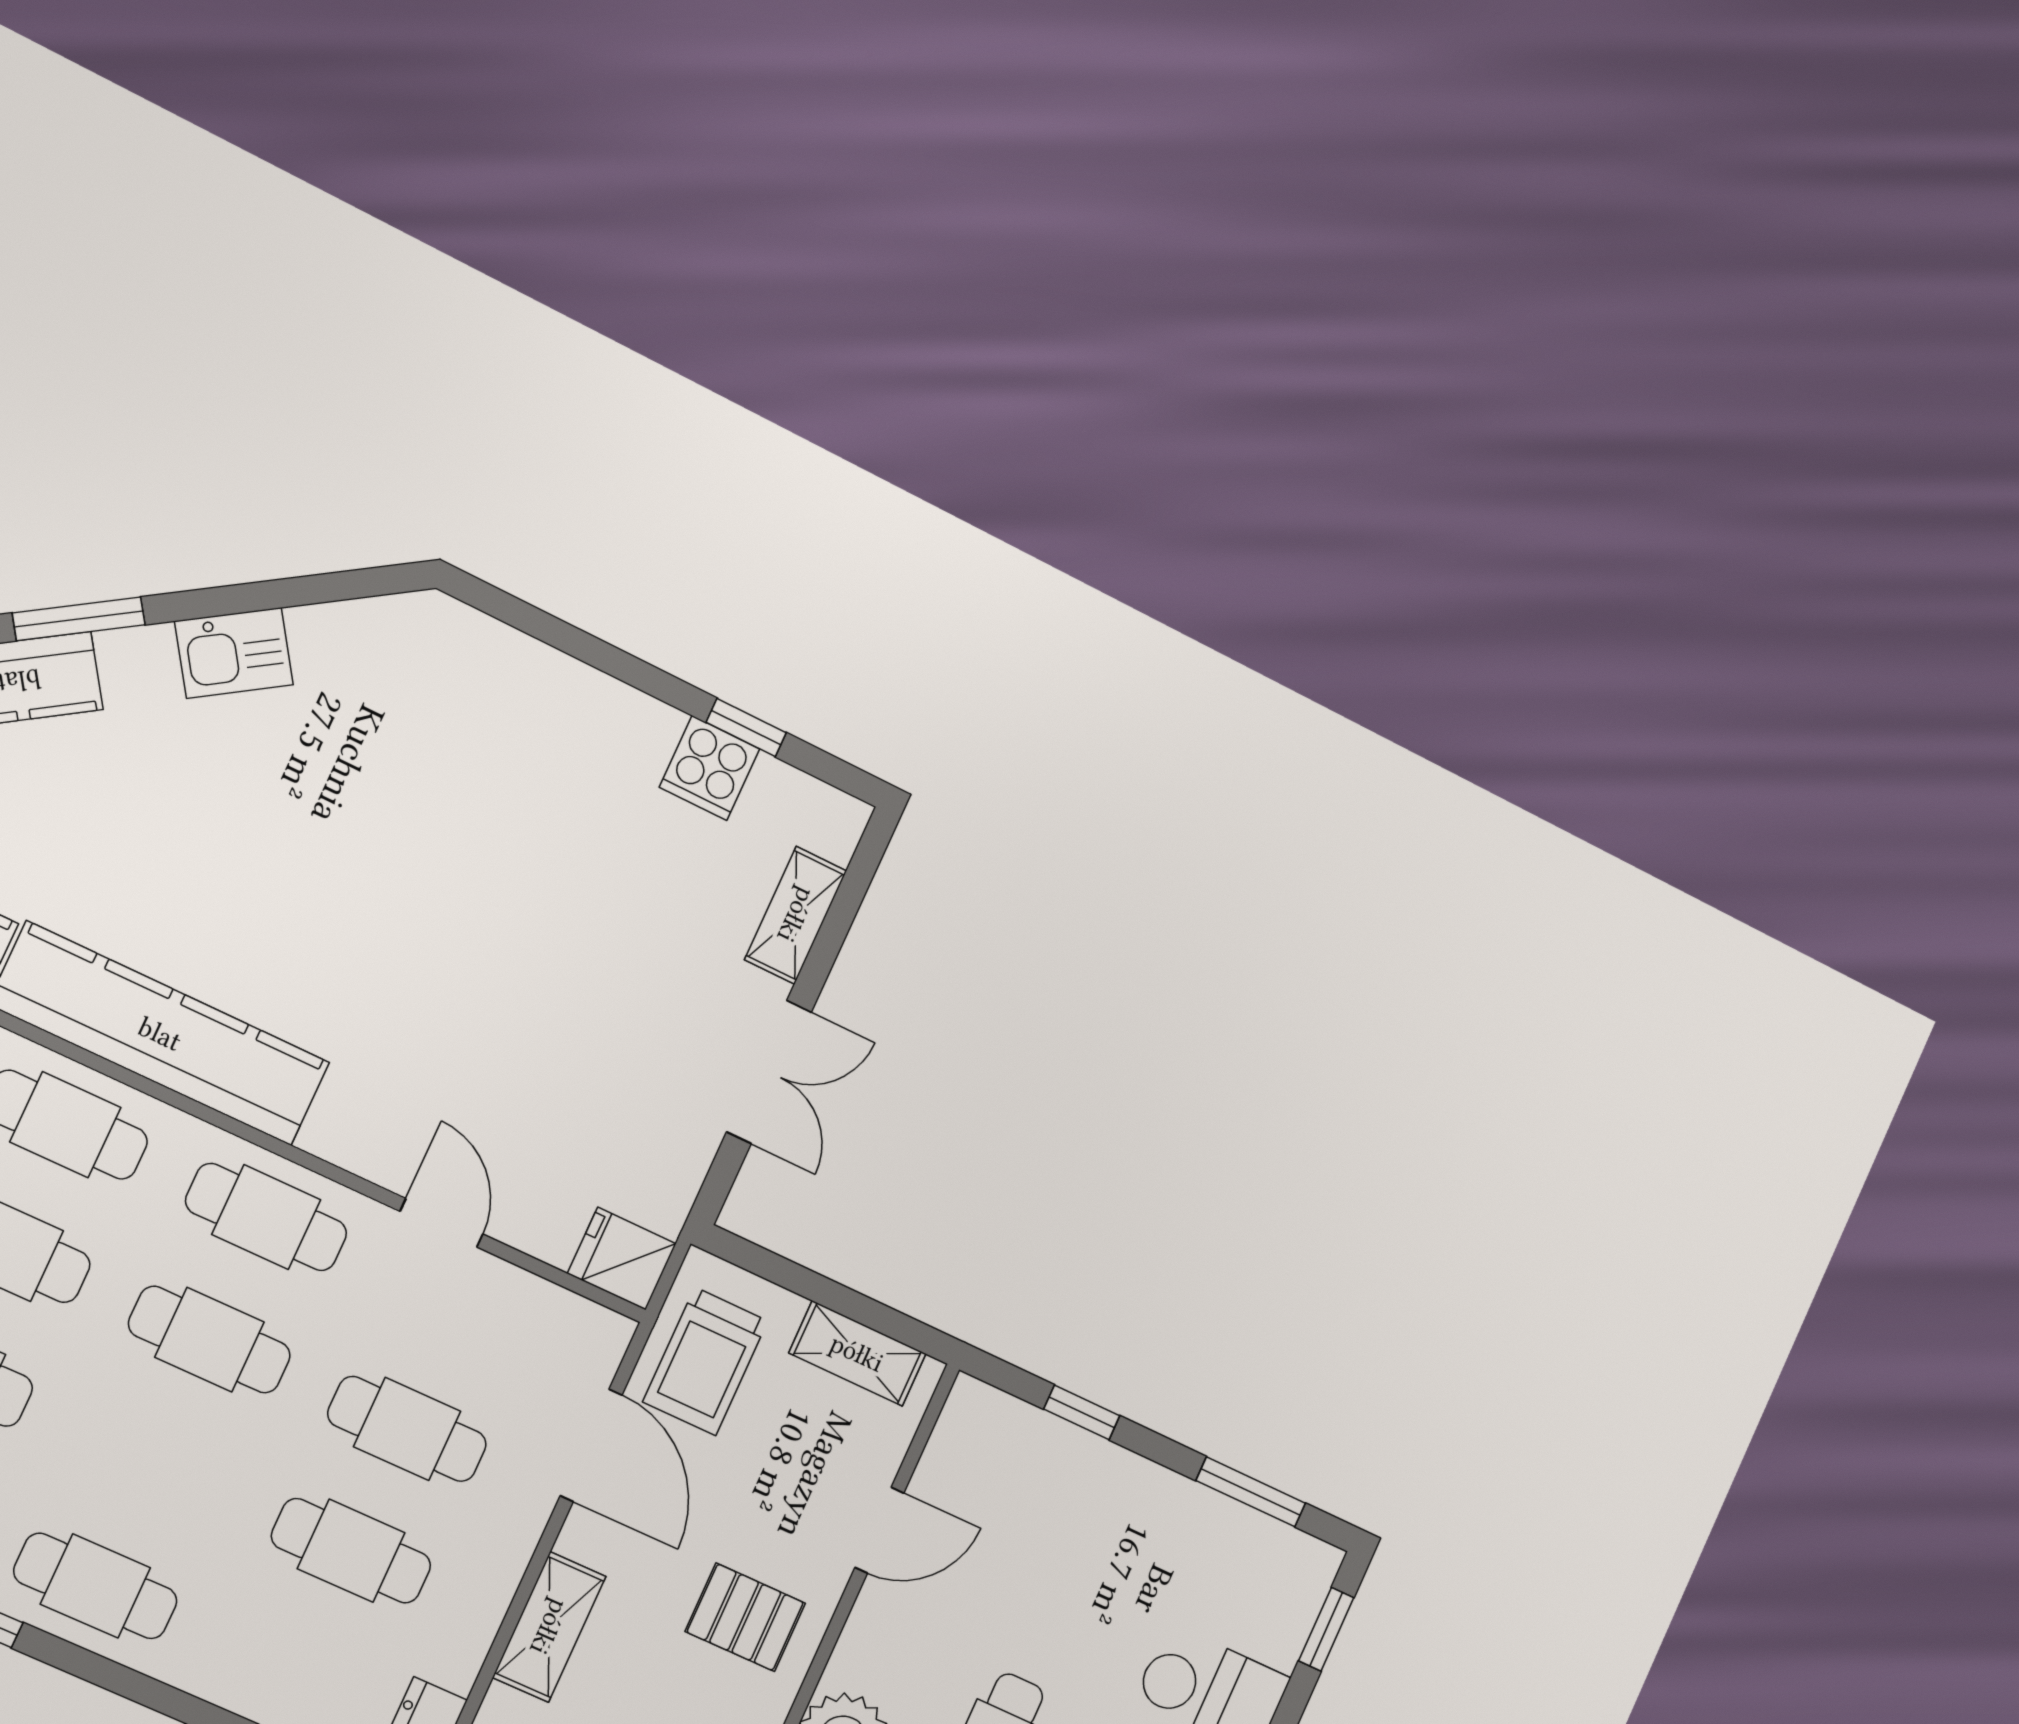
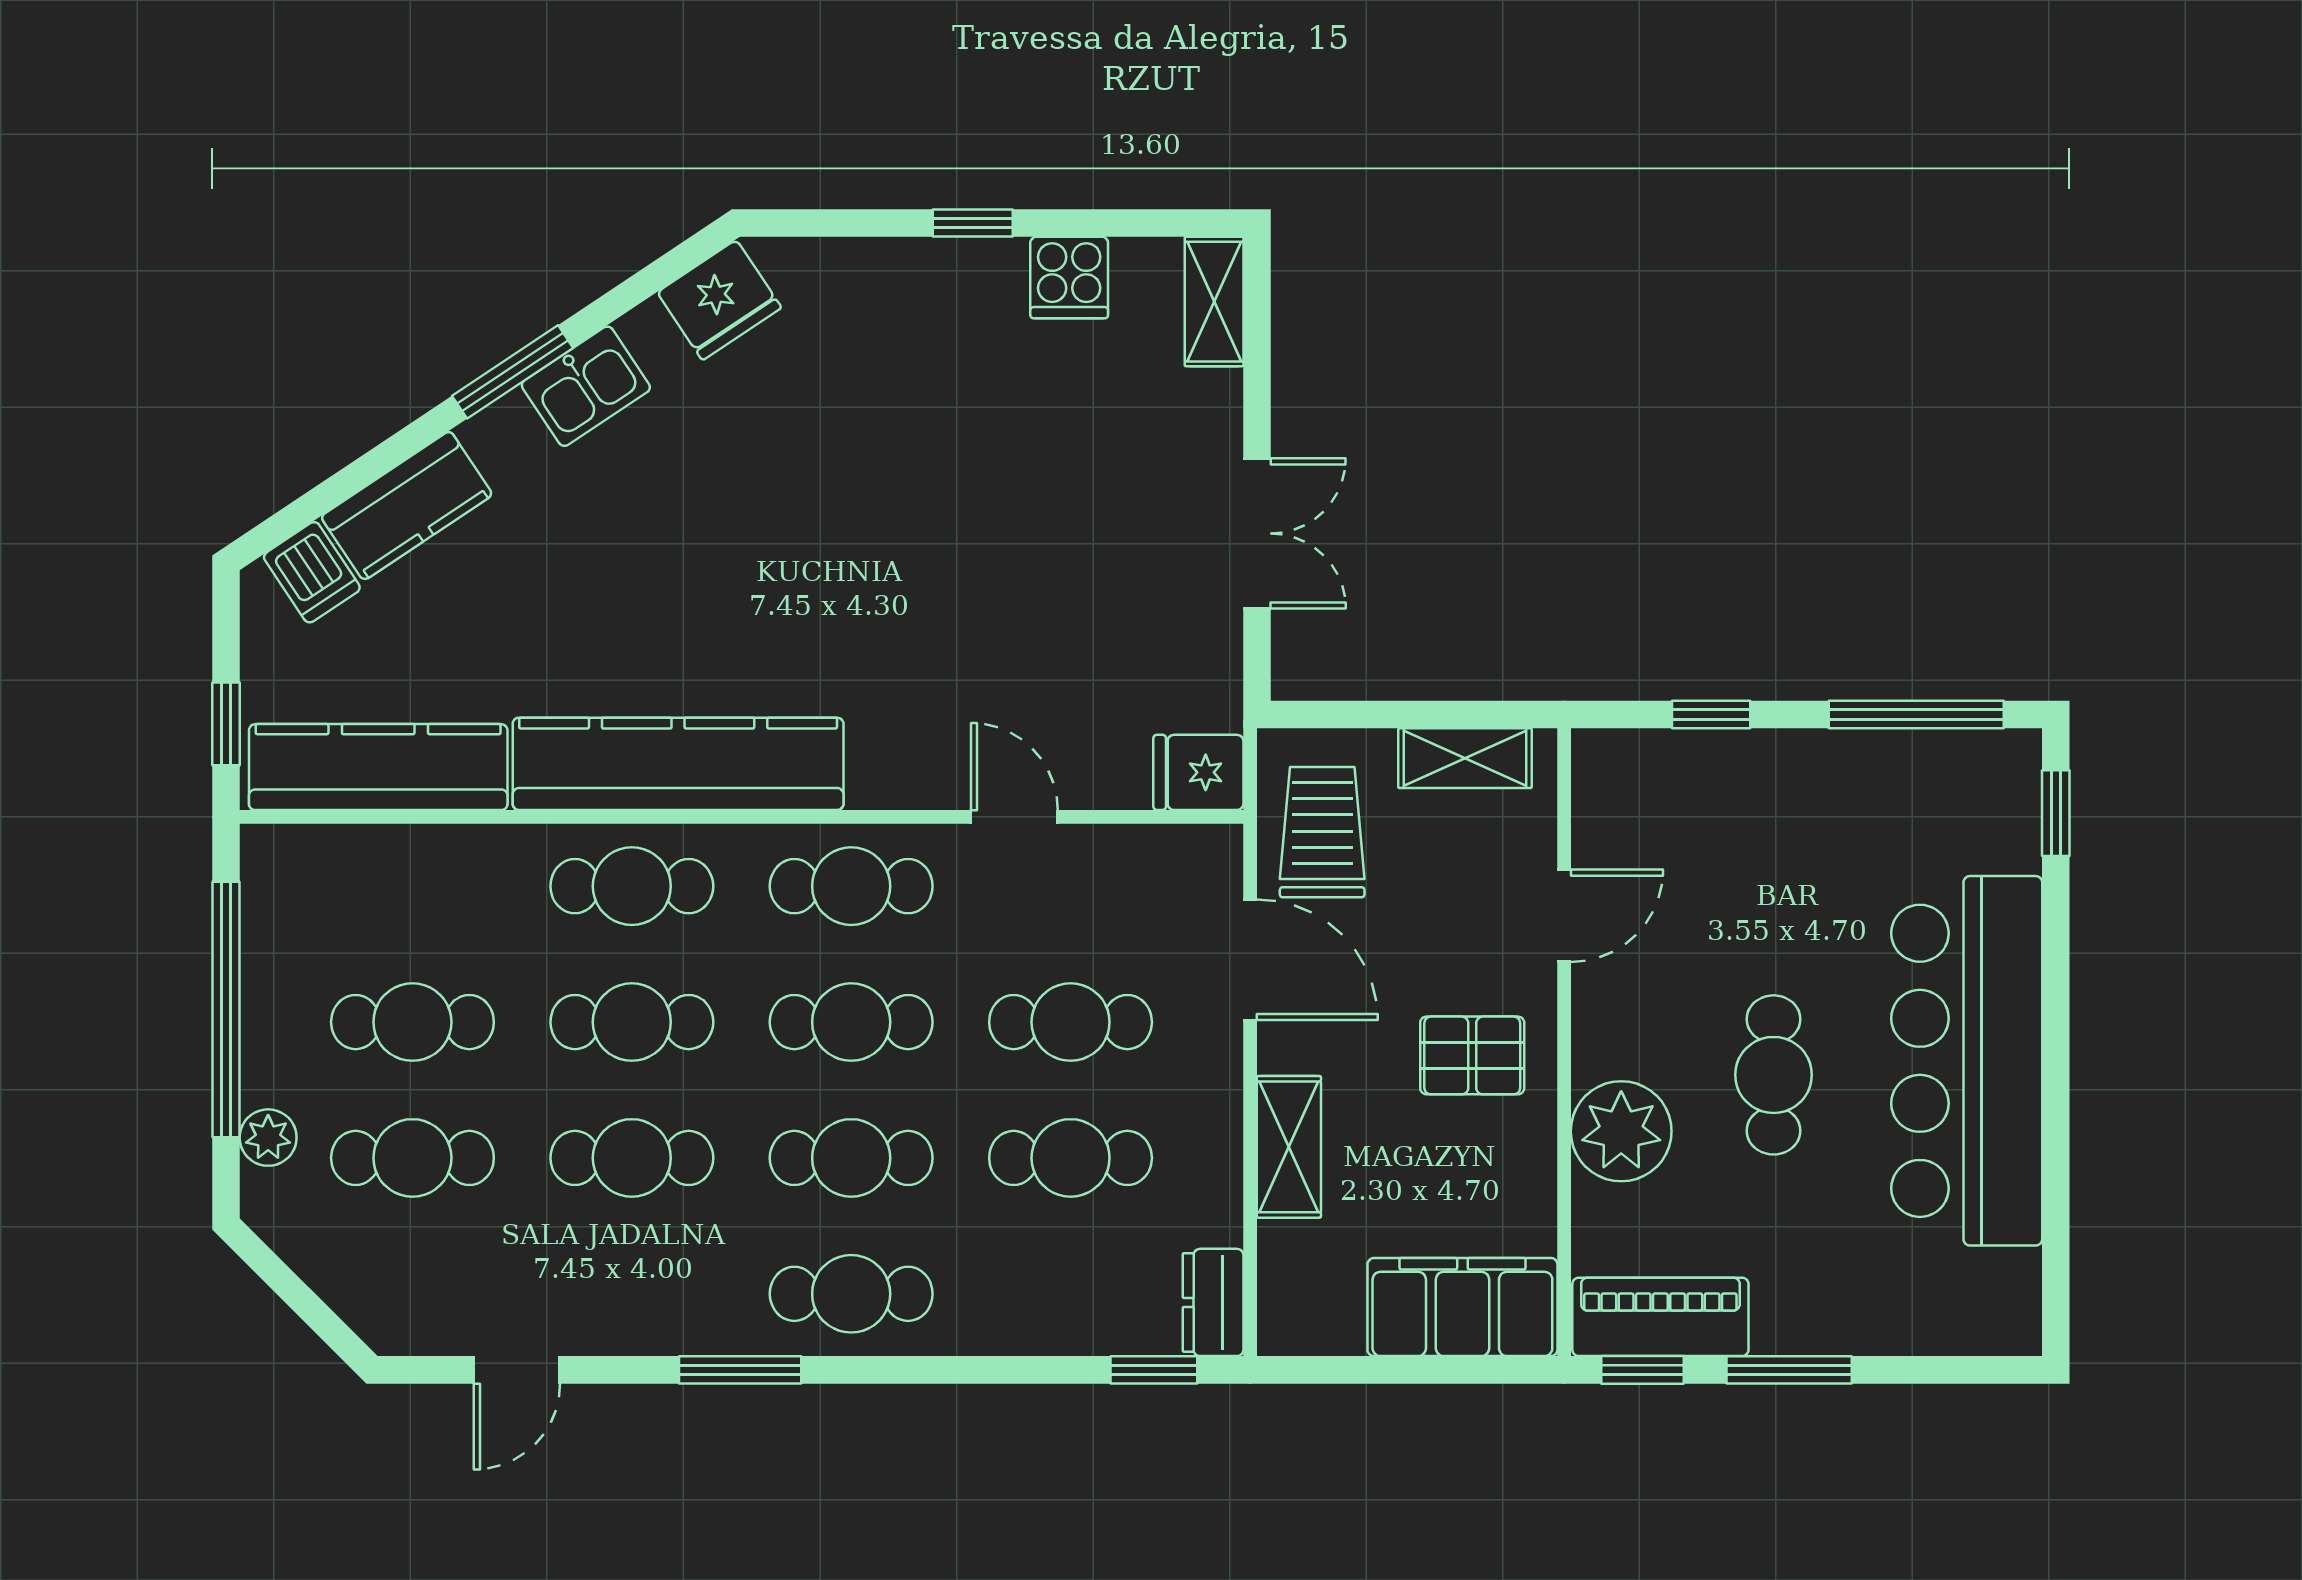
window: (79, 619) -> (513, 372), moved
fridge: (391, 635) -> (719, 300), added
window: (746, 728) -> (973, 223), moved
shelving: (796, 915) -> (1214, 302), moved
trolley: (705, 1361) -> (1322, 832), turned 180
cafe table: (153, 1463) -> (851, 1158), added
window: (1251, 1492) -> (1916, 715), width x1.44

